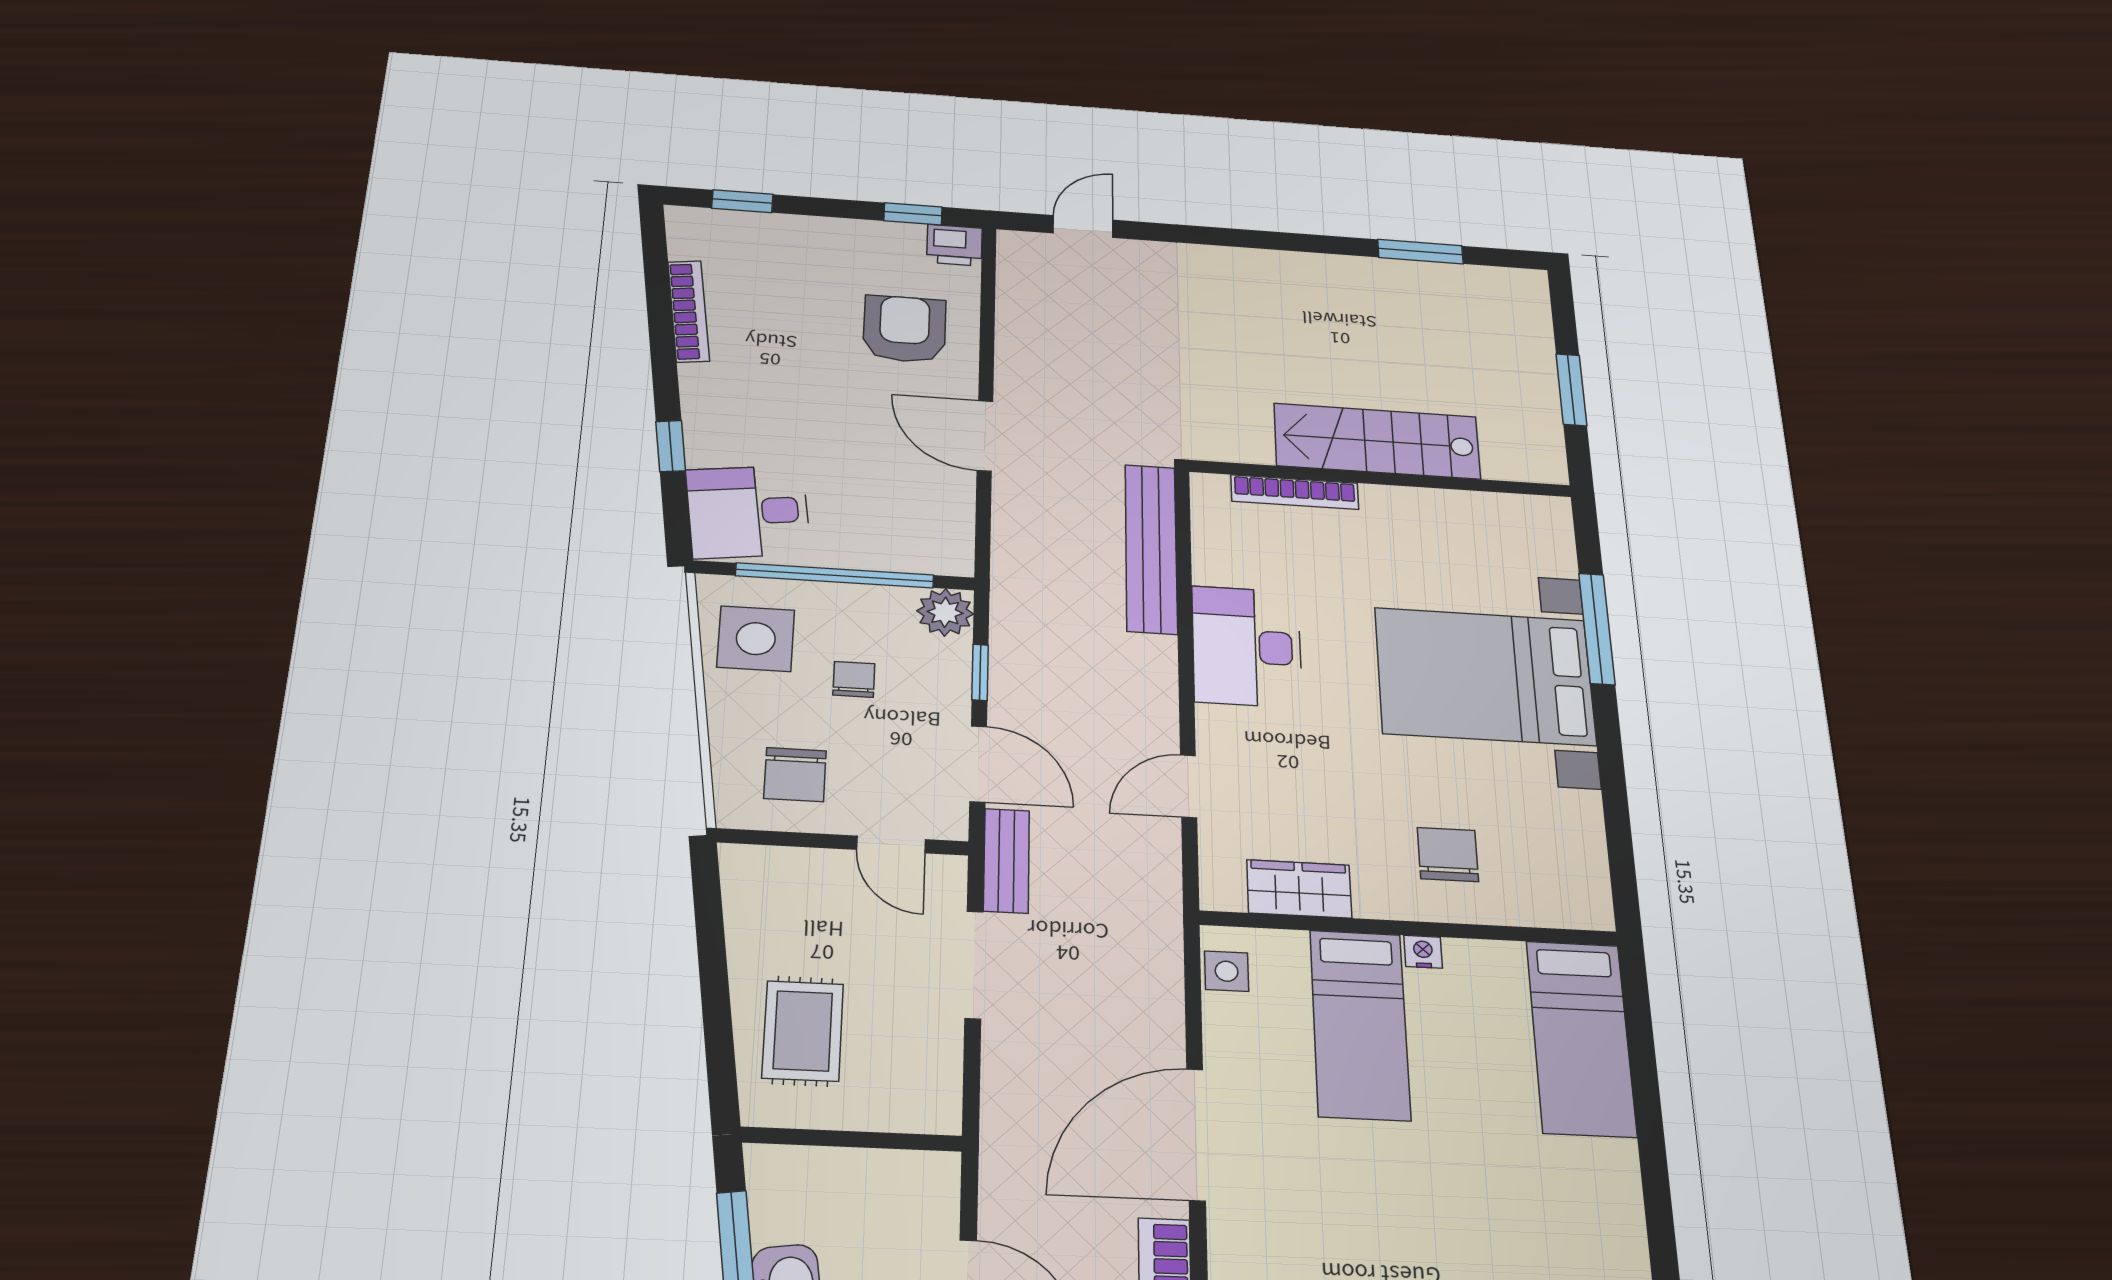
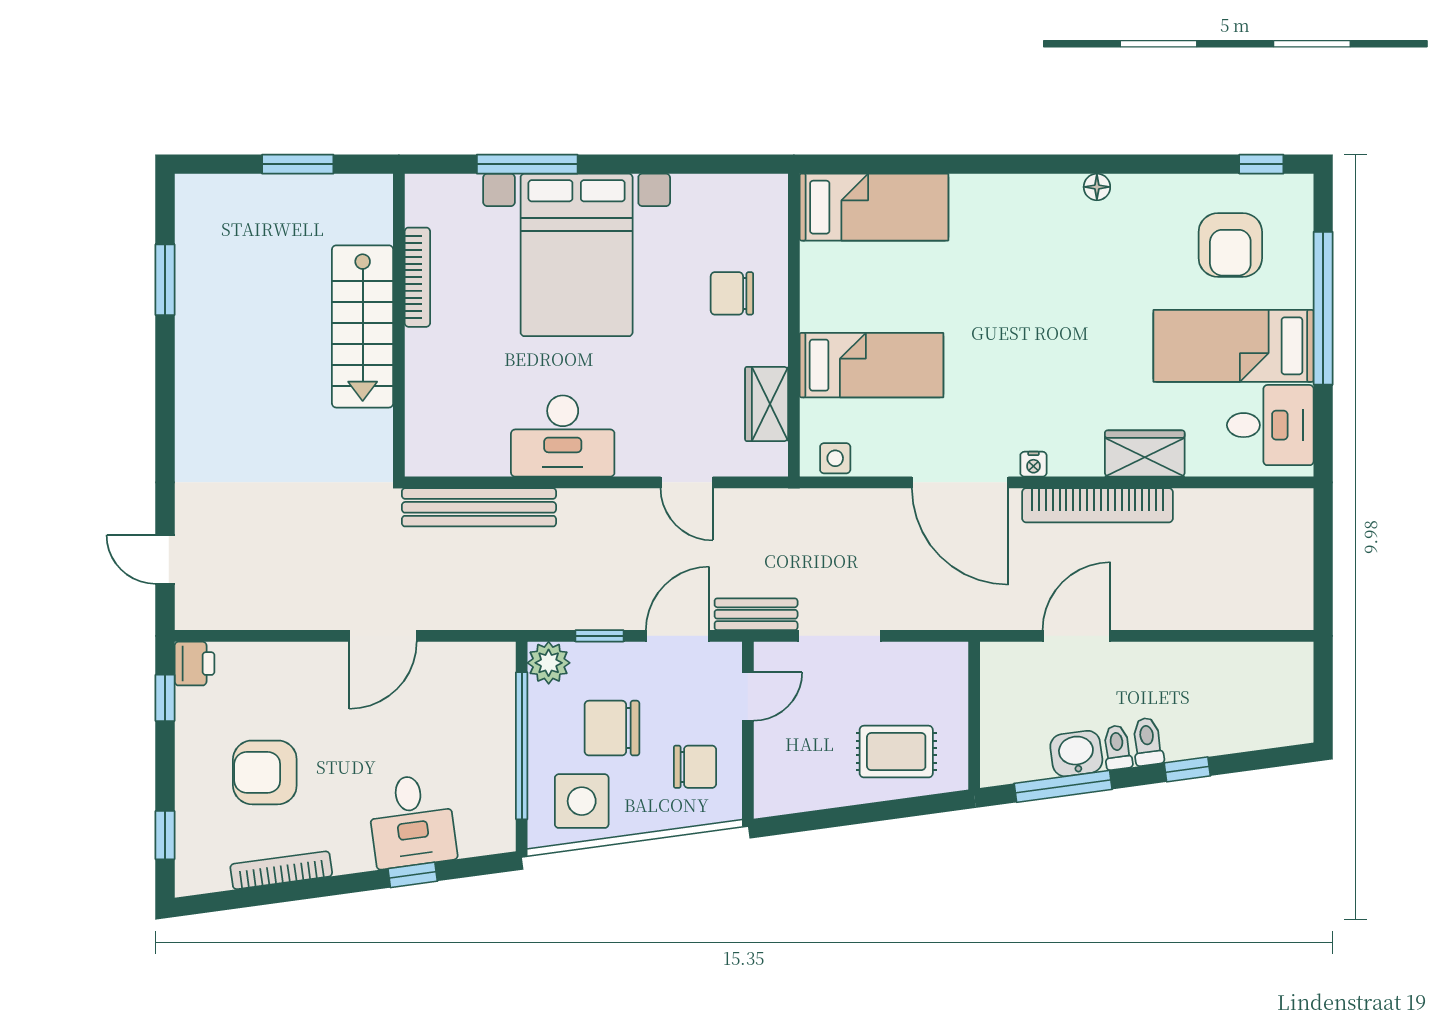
armchair: (905, 329) -> (265, 772), moved
bookcase: (1295, 492) -> (417, 277), moved
desk: (748, 512) -> (412, 821), moved
chair: (854, 679) -> (612, 728), width x1.87, depth x1.87
nightstand: (1423, 952) -> (1033, 464), moved, turned -90

